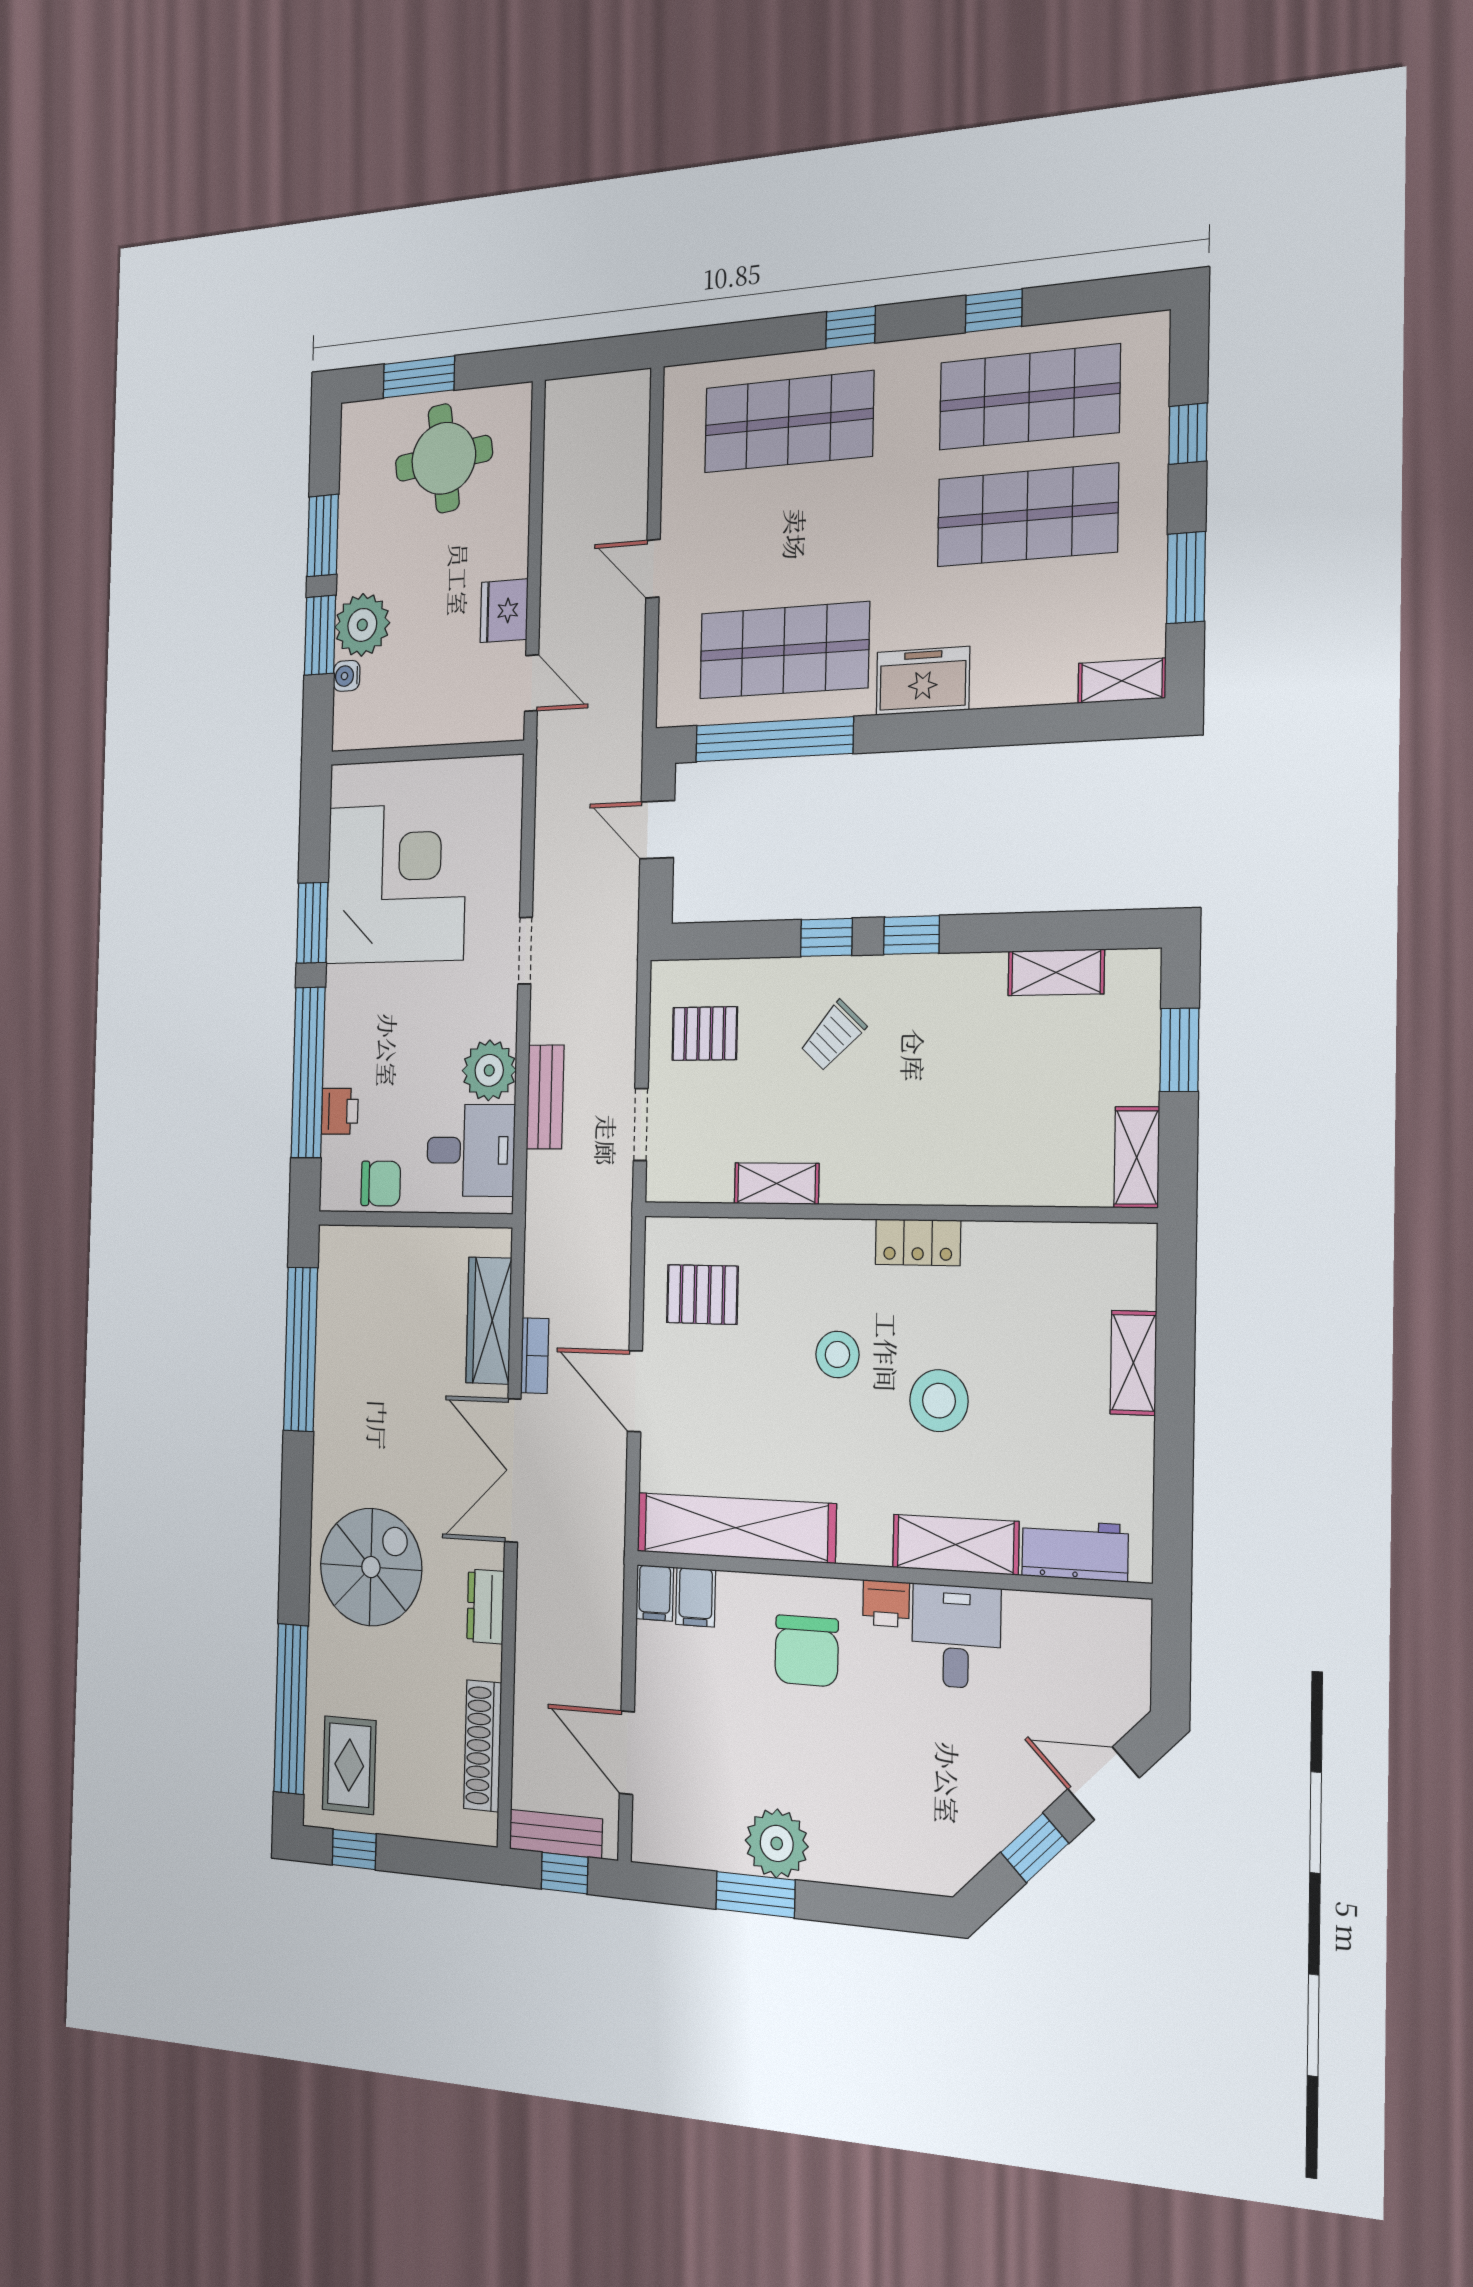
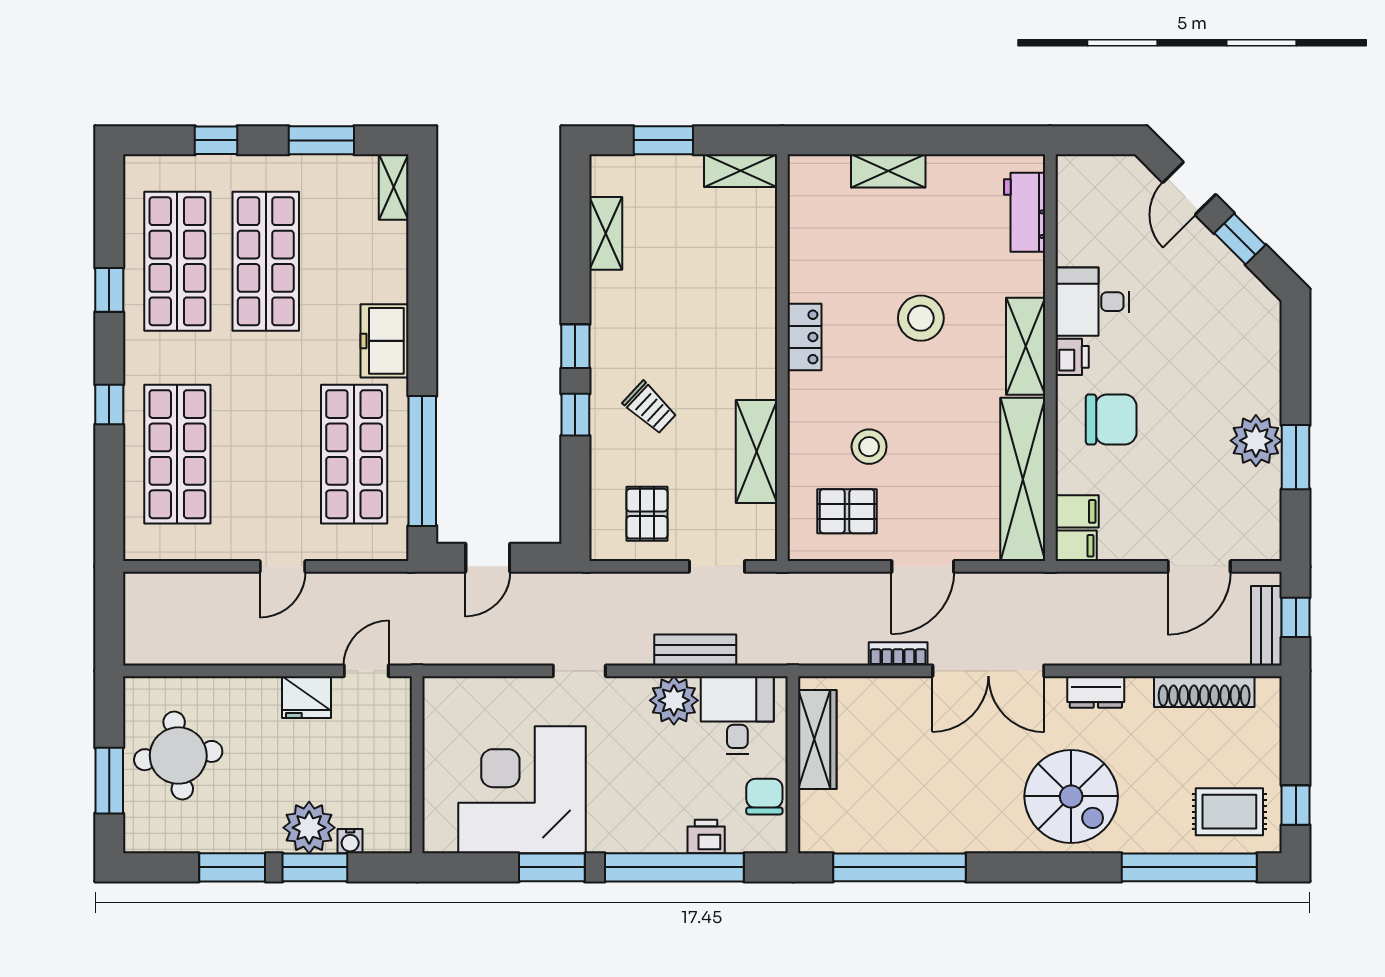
shelving: (777, 1183) -> (757, 451), width x1.50, depth x1.33
pallet: (702, 1294) -> (847, 511), turned 90
wardrobe: (489, 1321) -> (817, 739), moved, turned -90
stool: (837, 1354) -> (869, 447), moved
shelving: (955, 1545) -> (1026, 346), moved
spiral stairs: (371, 1567) -> (1071, 796), turned 180

